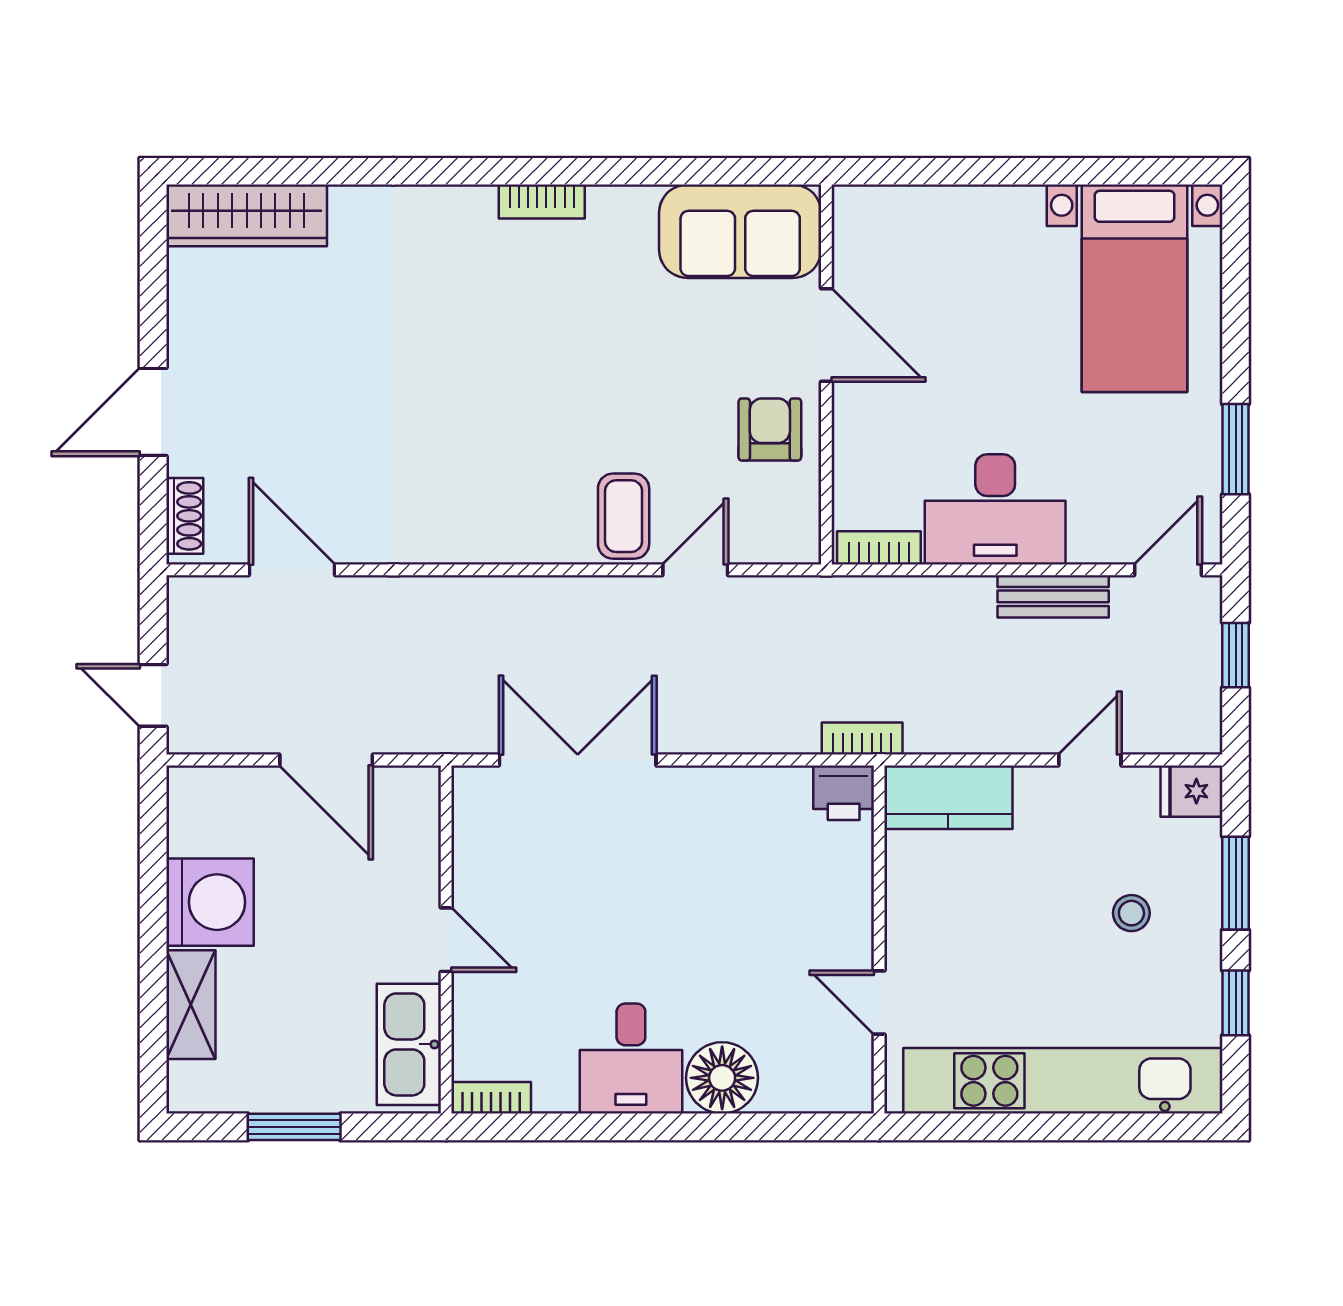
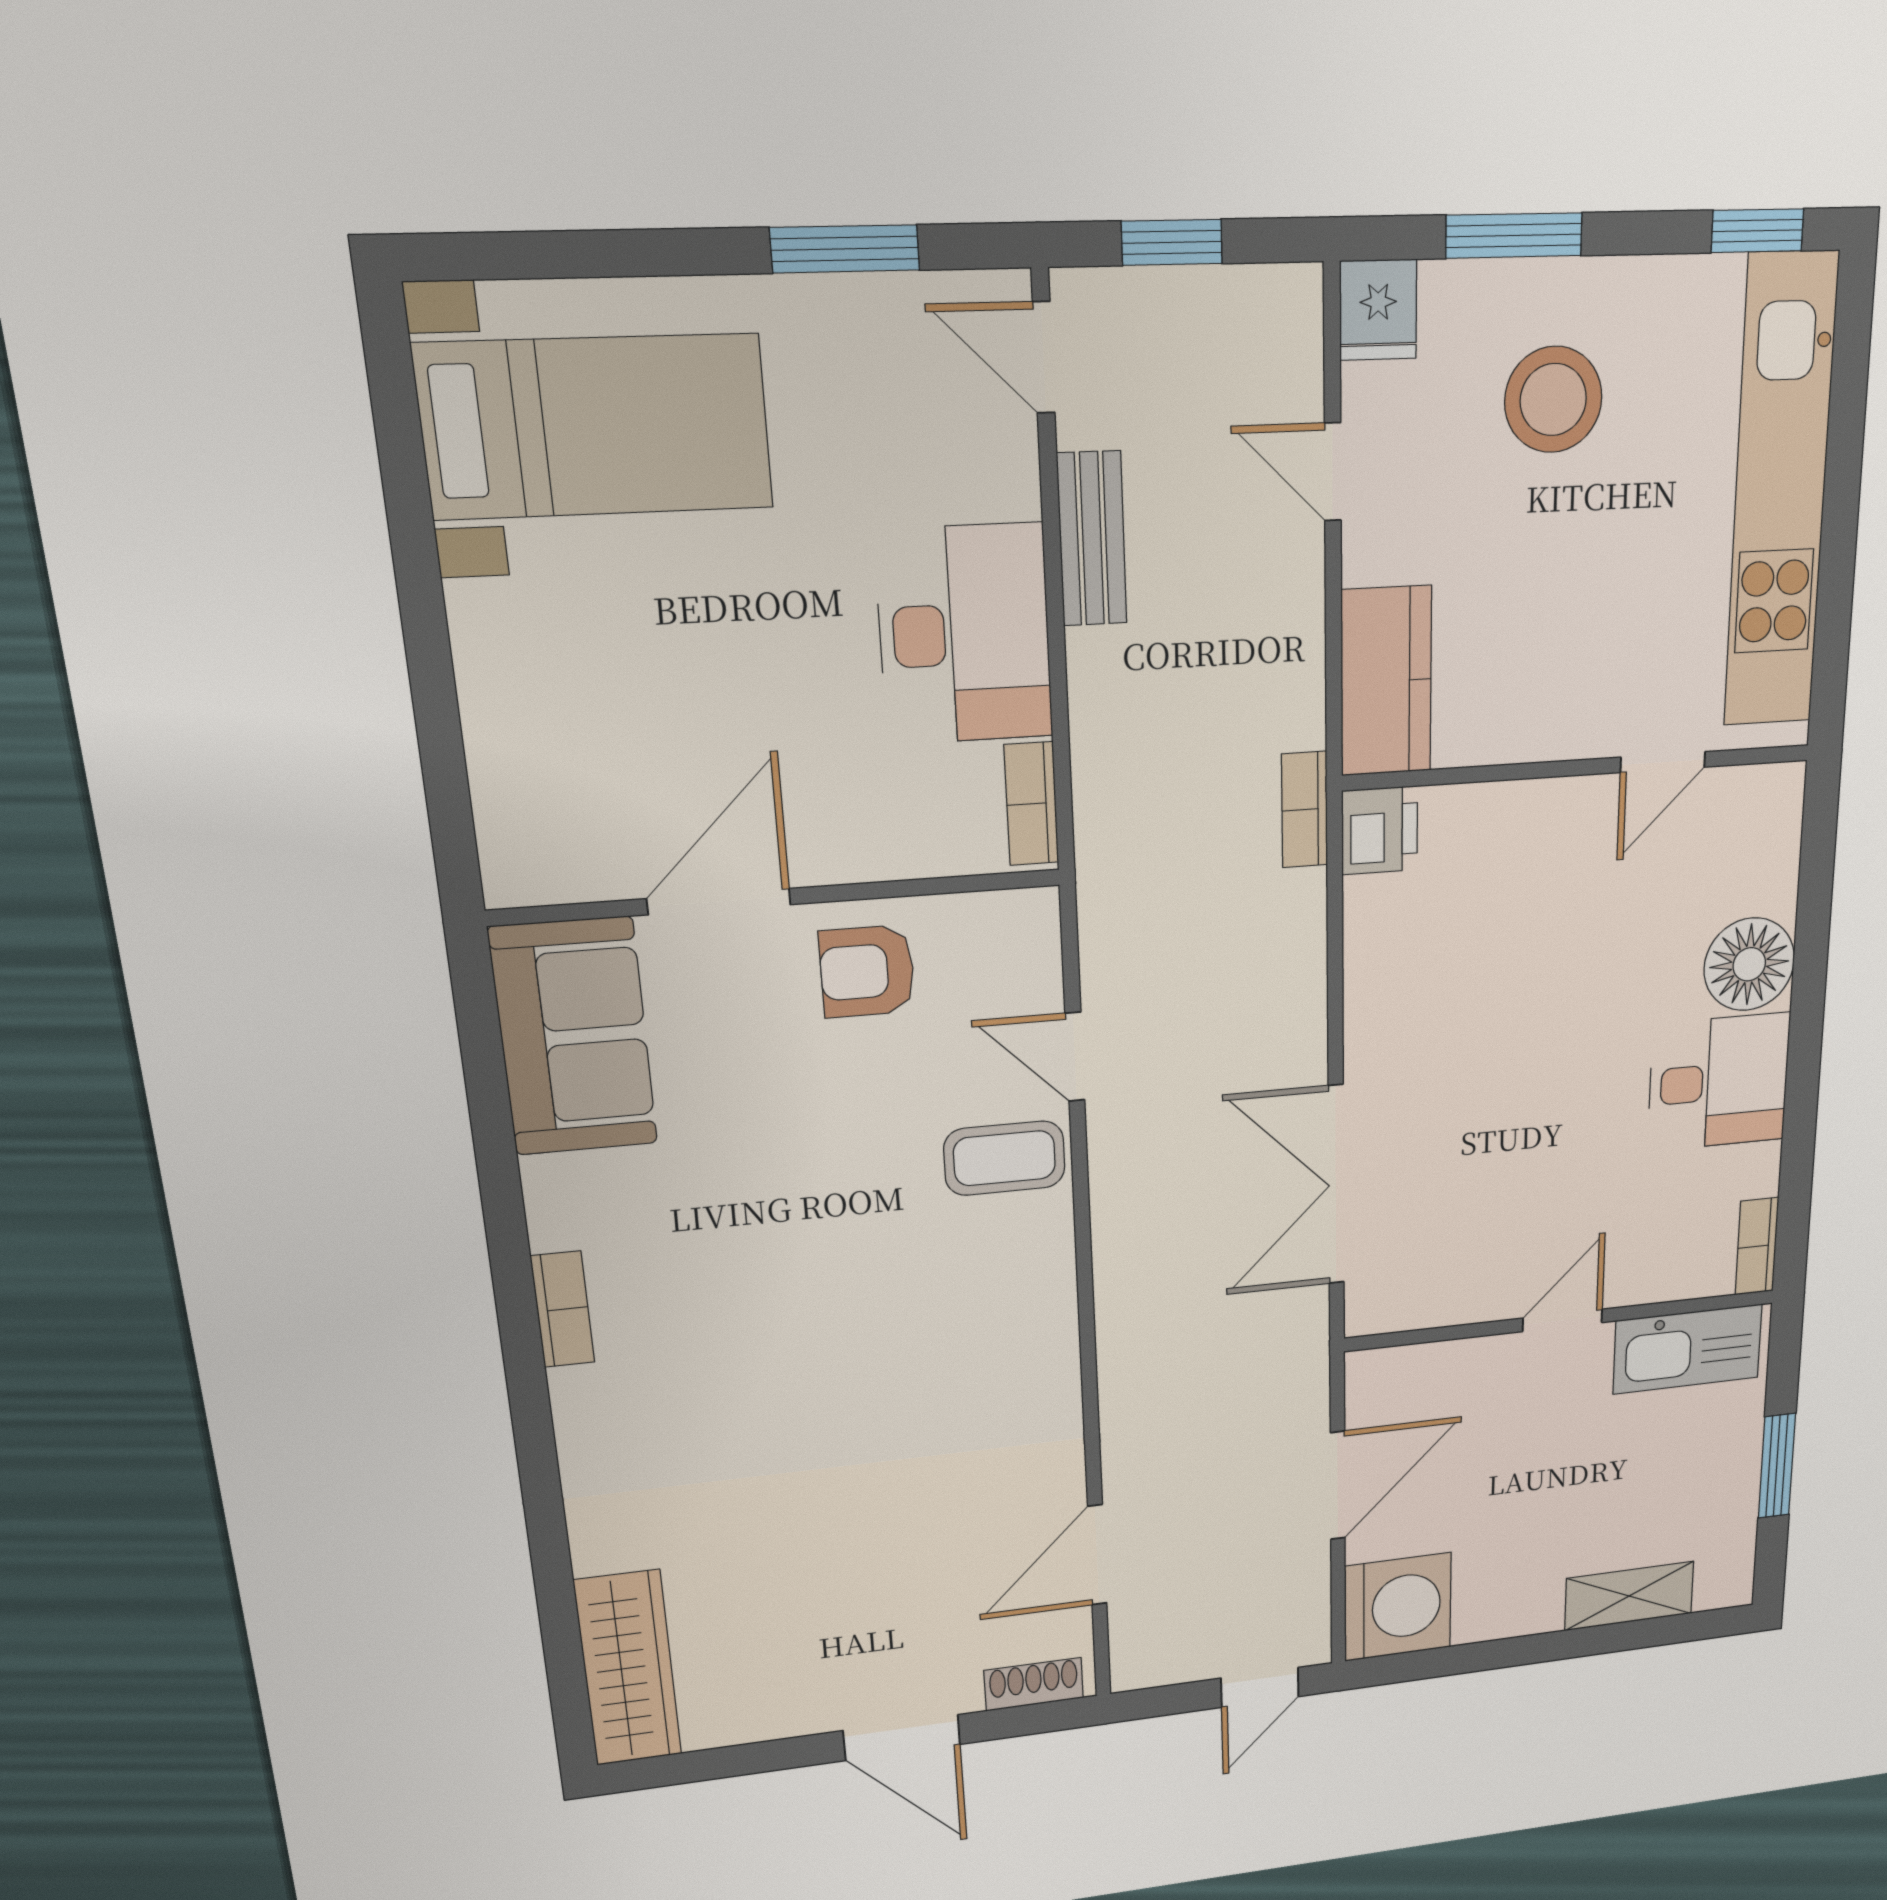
washing machine: (210, 902) -> (1398, 1607), moved, turned 90
stool: (1131, 913) -> (1553, 400), width x1.89, depth x1.89
window: (1236, 1003) -> (1757, 231), moved

